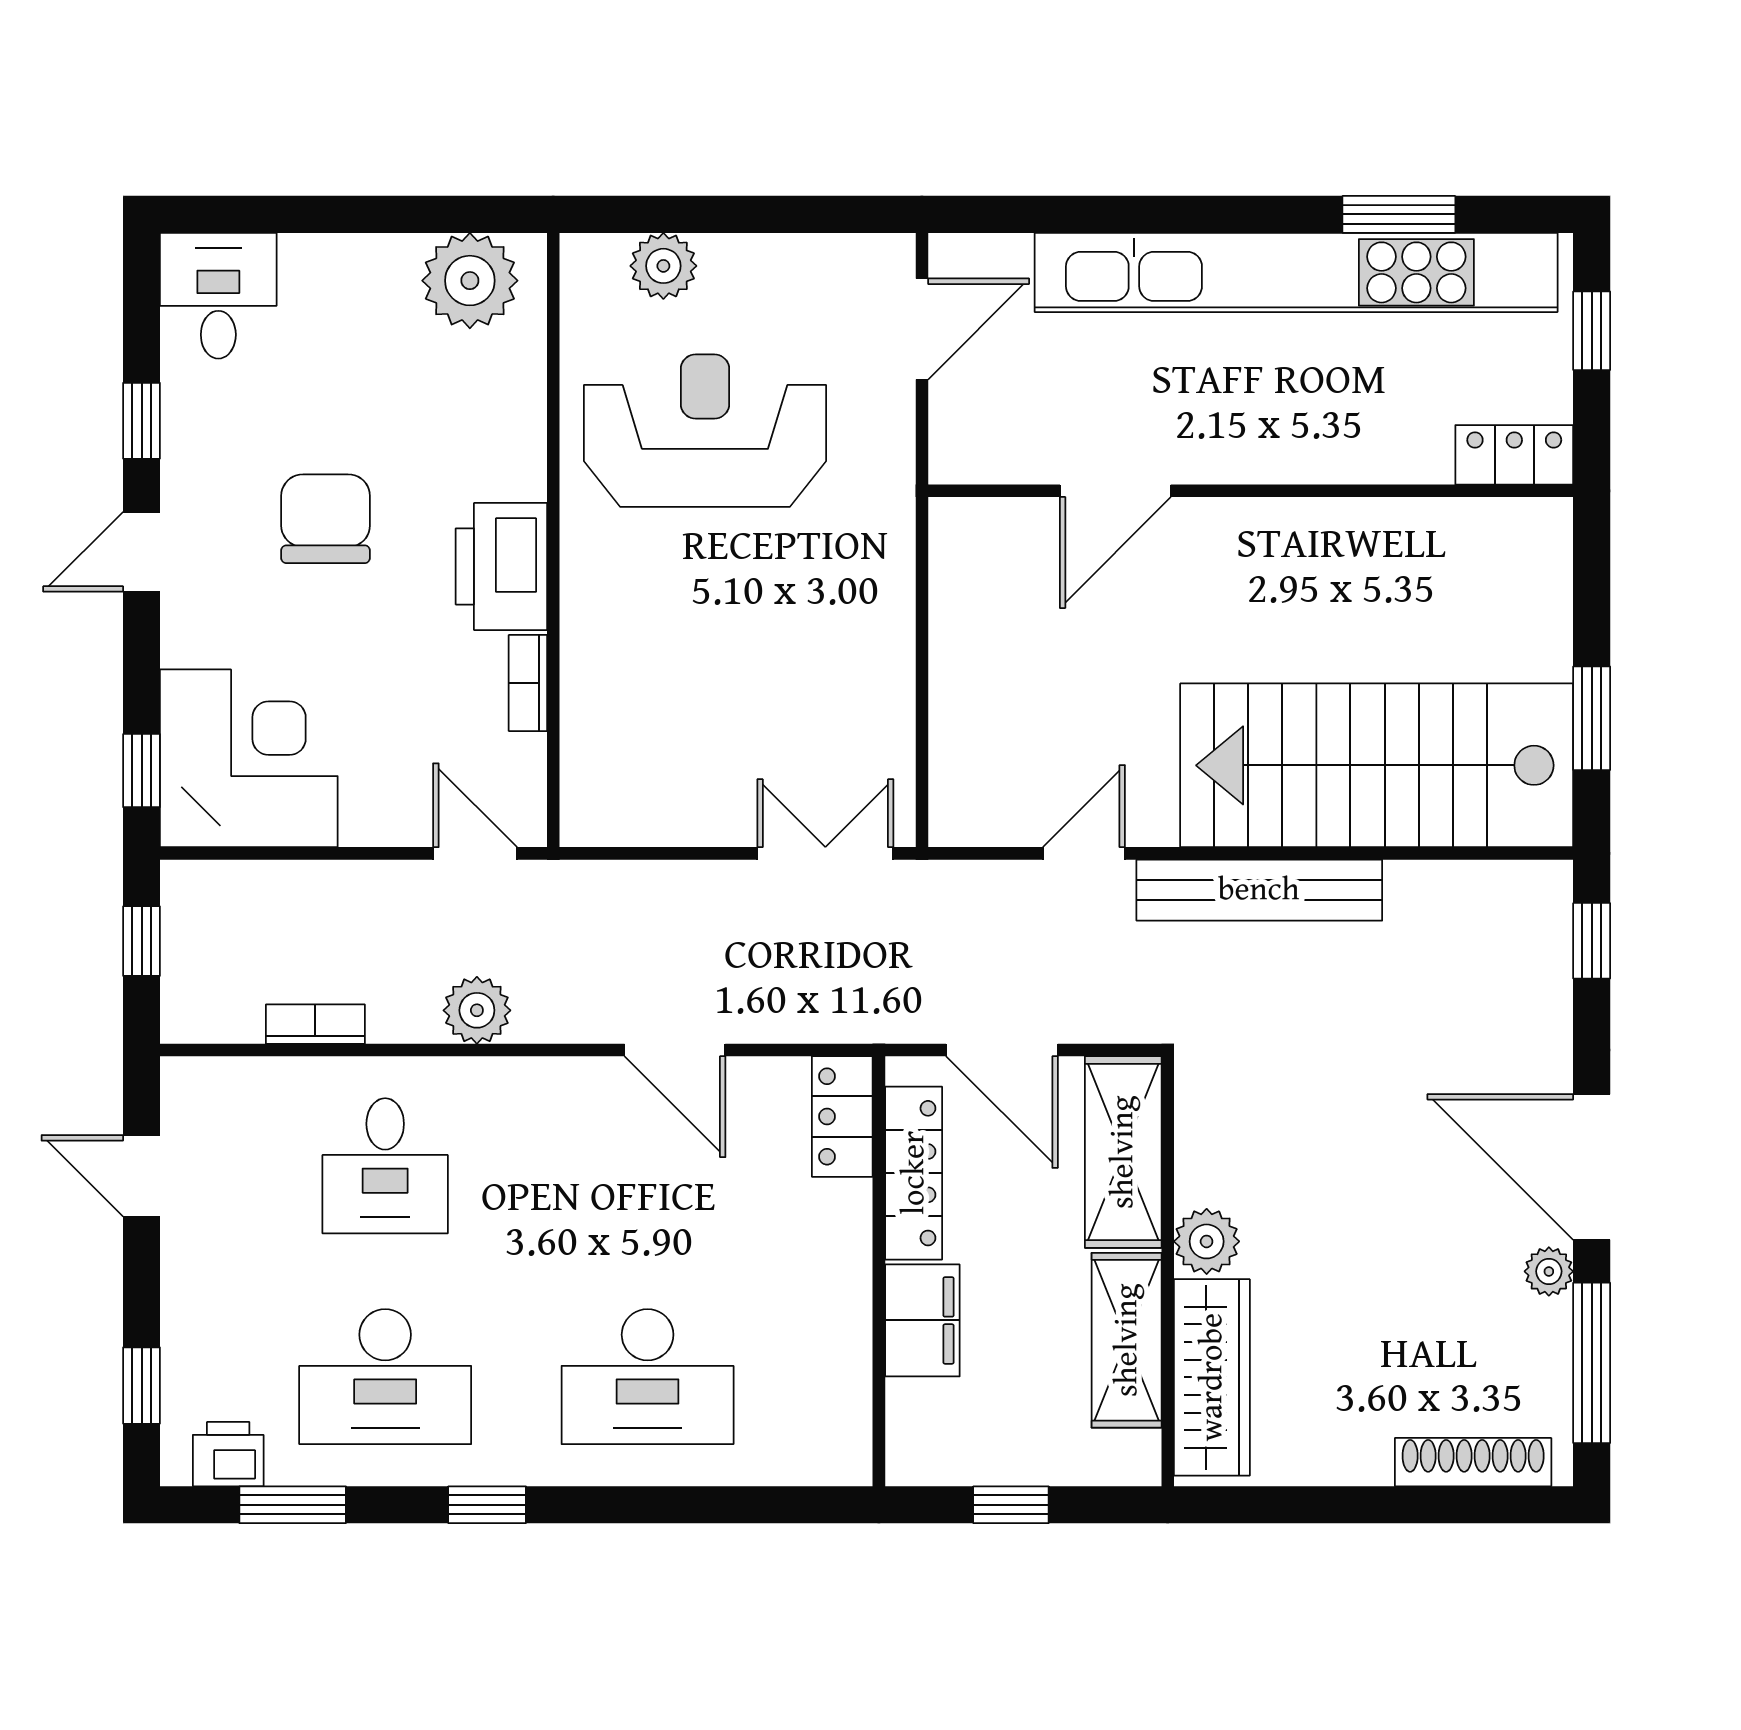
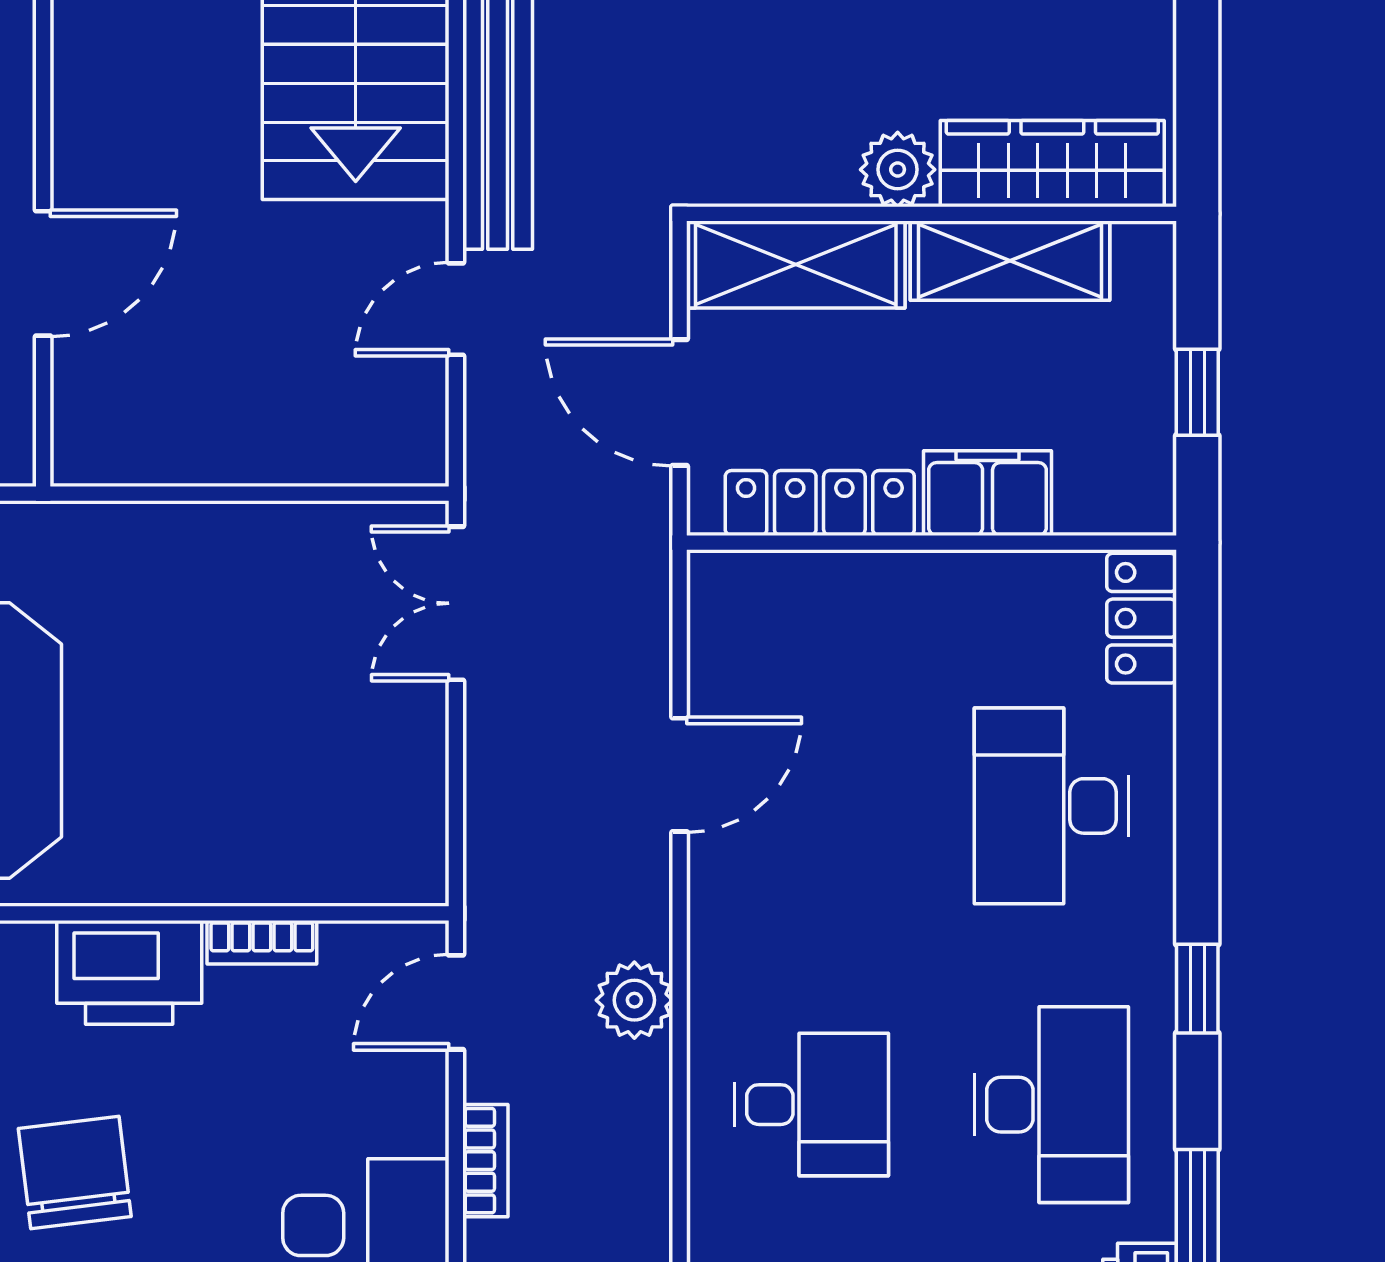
door: (1115, 491) -> (43, 273), hinge flipped
chair: (326, 519) -> (75, 1172), turned 83
door: (1084, 853) -> (456, 309), hinge flipped
bookcase: (315, 1024) -> (485, 1161), moved, turned 180
door: (1002, 1050) -> (680, 403), swing flipped
locker: (842, 1116) -> (1142, 618), moved, turned 90
desk: (648, 1377) -> (1051, 806), turned 180

